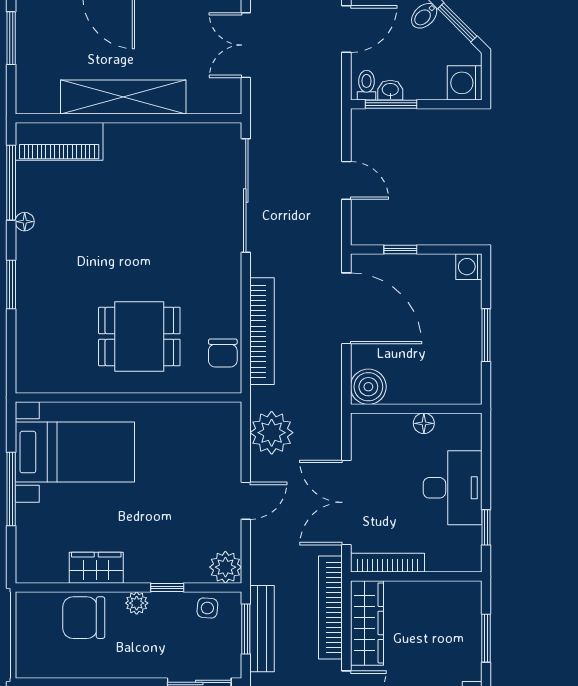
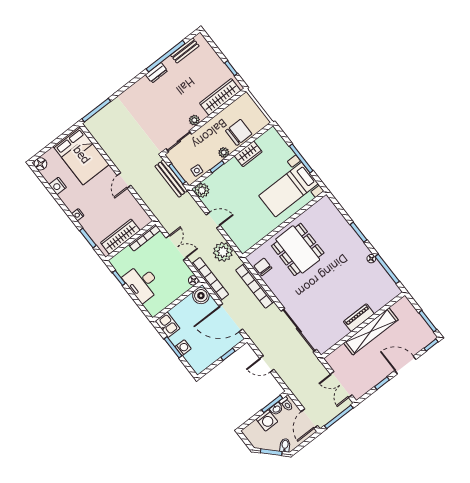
double door: (246, 45) -> (341, 385), swing flipped
washing machine: (465, 83) -> (267, 420), moved, turned 90
piano: (59, 141) -> (359, 318), moved, width x0.73, depth x0.75
washing machine: (469, 267) -> (183, 348), moved
dining table: (139, 337) -> (298, 249), width x1.38
kitchen sink: (465, 381) -> (168, 325), added
floor lamp: (424, 423) -> (193, 280), moved
door: (246, 501) -> (213, 220), swing flipped
double door: (346, 502) -> (176, 248), width x0.73
bookcase: (330, 608) -> (210, 279), moved
wardrobe: (367, 623) -> (120, 237), moved, turned 90

